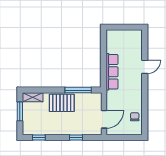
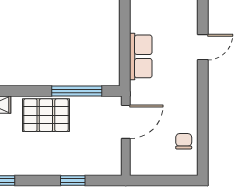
row of seats: (112, 72) -> (141, 56), width x0.68
door: (104, 119) -> (126, 122), moved

